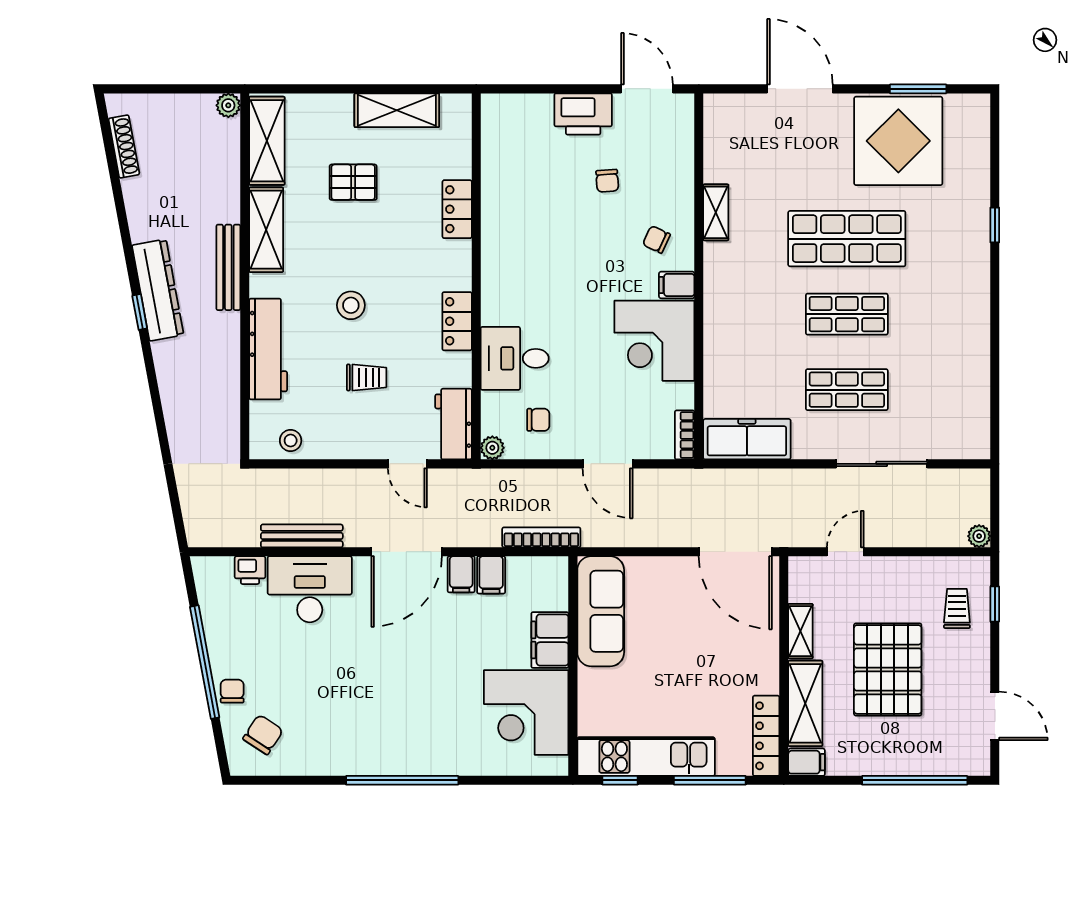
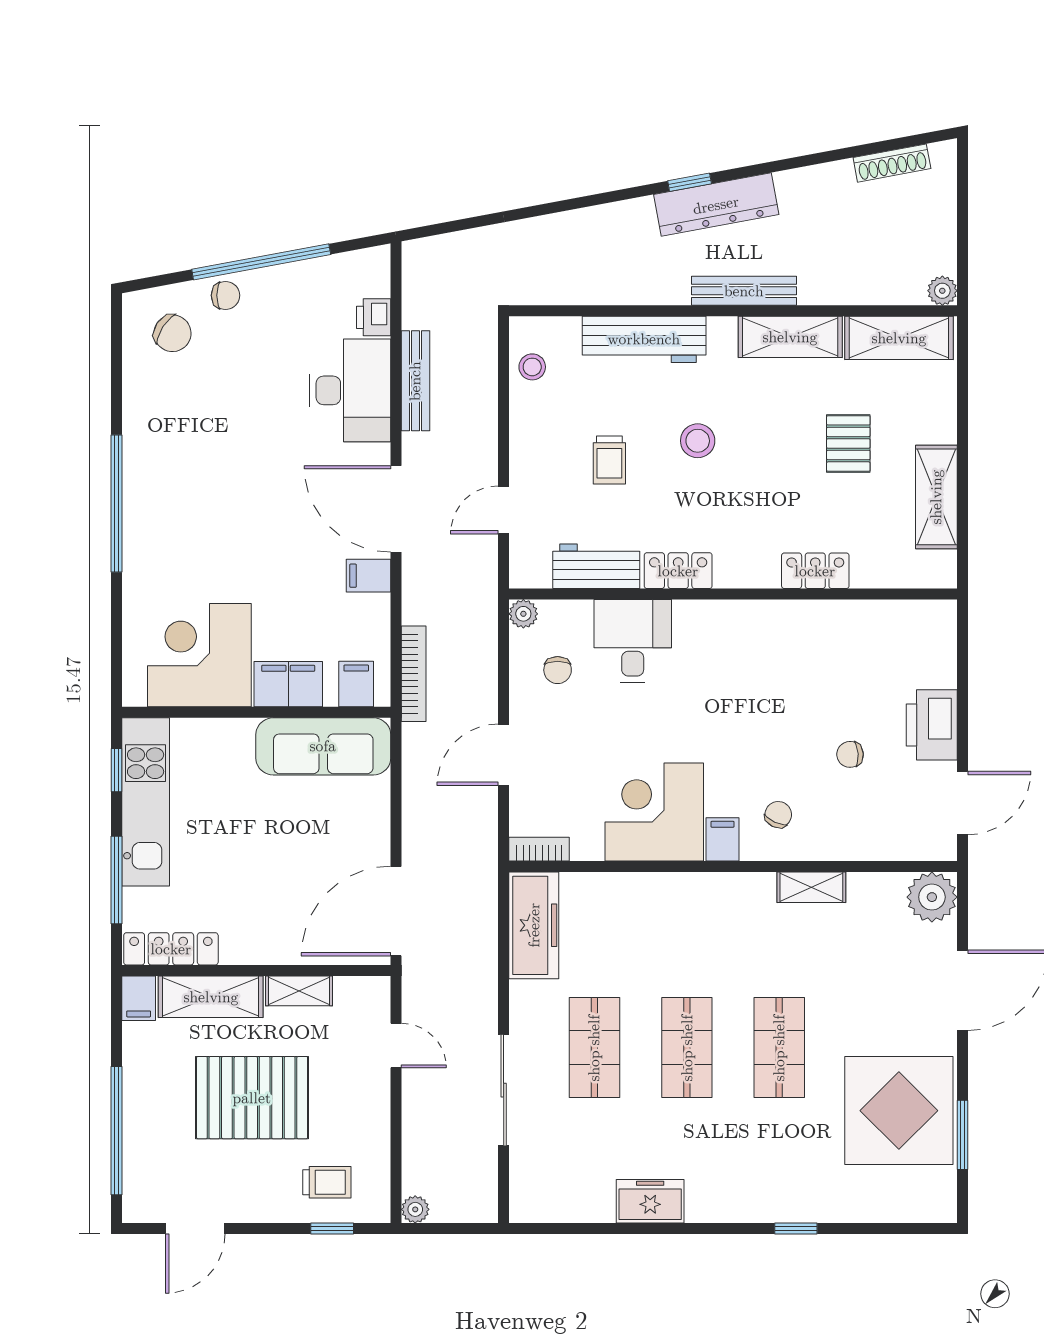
plant: (724, 114) -> (932, 897), added
shop shelf: (847, 239) -> (779, 1048), width x0.70, depth x0.74
freezer: (972, 344) -> (650, 1201), added
workbench: (454, 424) -> (596, 566), moved
filing cabinet: (491, 575) -> (356, 684), moved, turned 90

